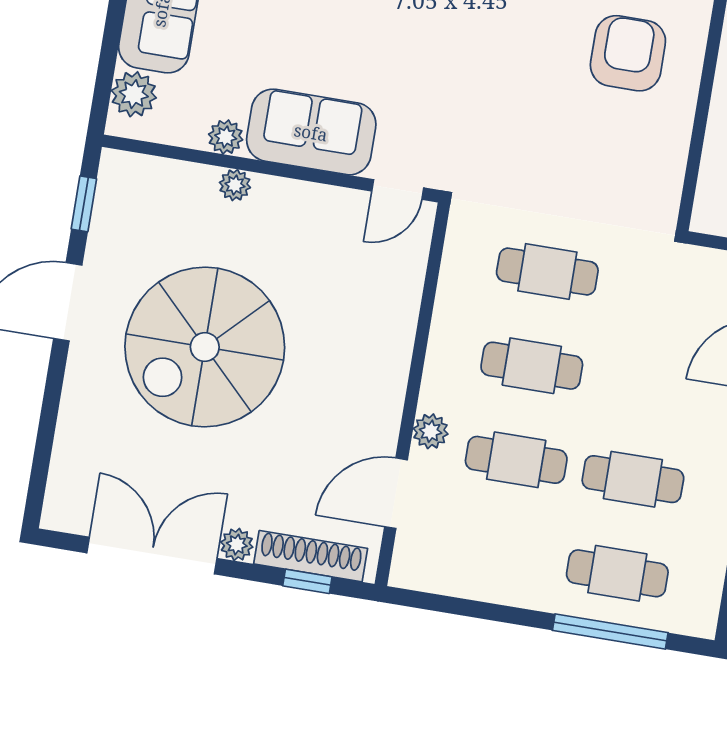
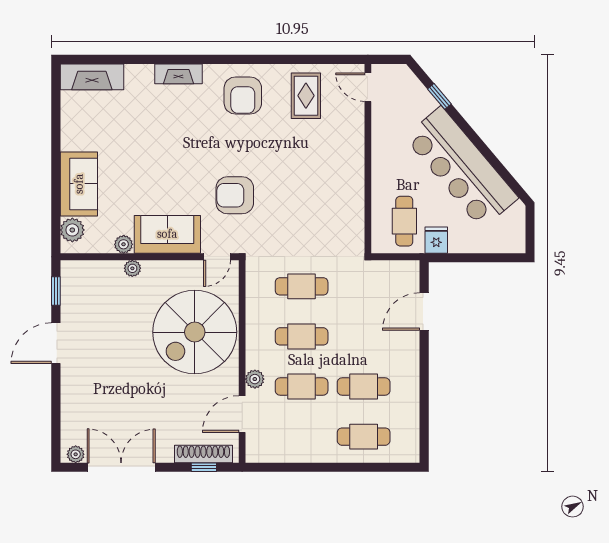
armchair: (628, 53) -> (235, 195), moved, turned -90
spiral stairs: (205, 347) -> (195, 332), moved
plant: (237, 545) -> (76, 454), moved
window: (610, 632) -> (365, 467), removed

